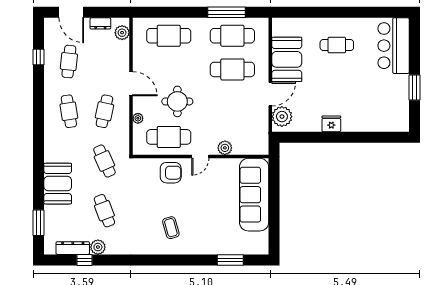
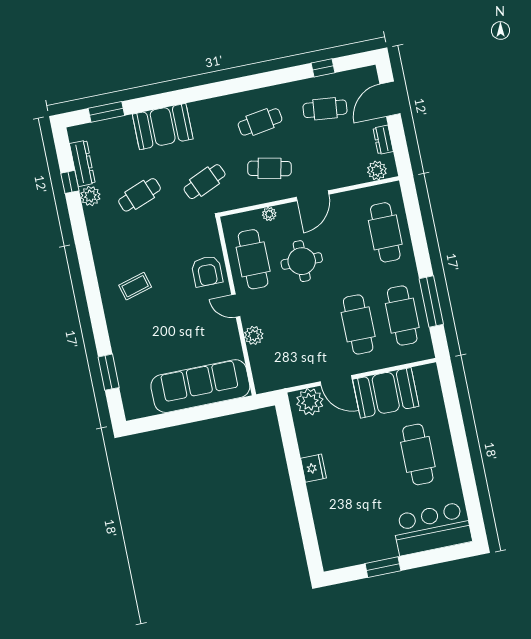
cafe table: (337, 45) -> (418, 454), width x1.37, depth x1.35

